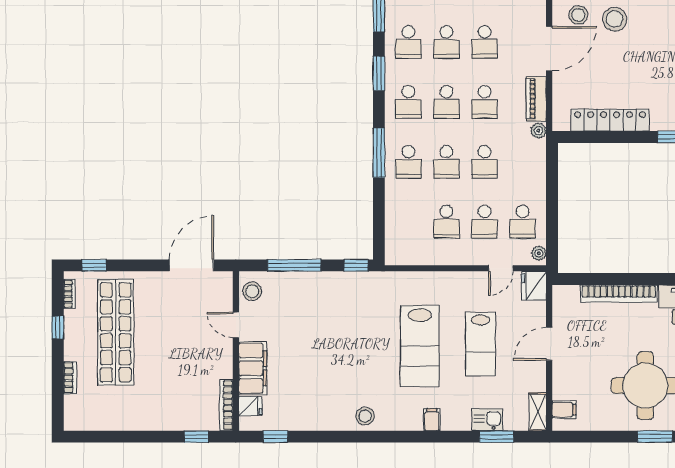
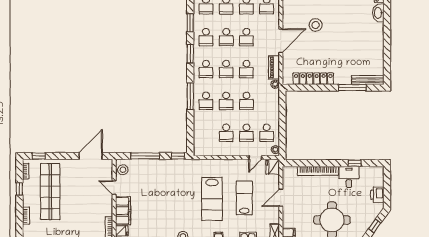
stool: (578, 15) -> (296, 23), removed
lab bench: (481, 344) -> (244, 198), turned 180

